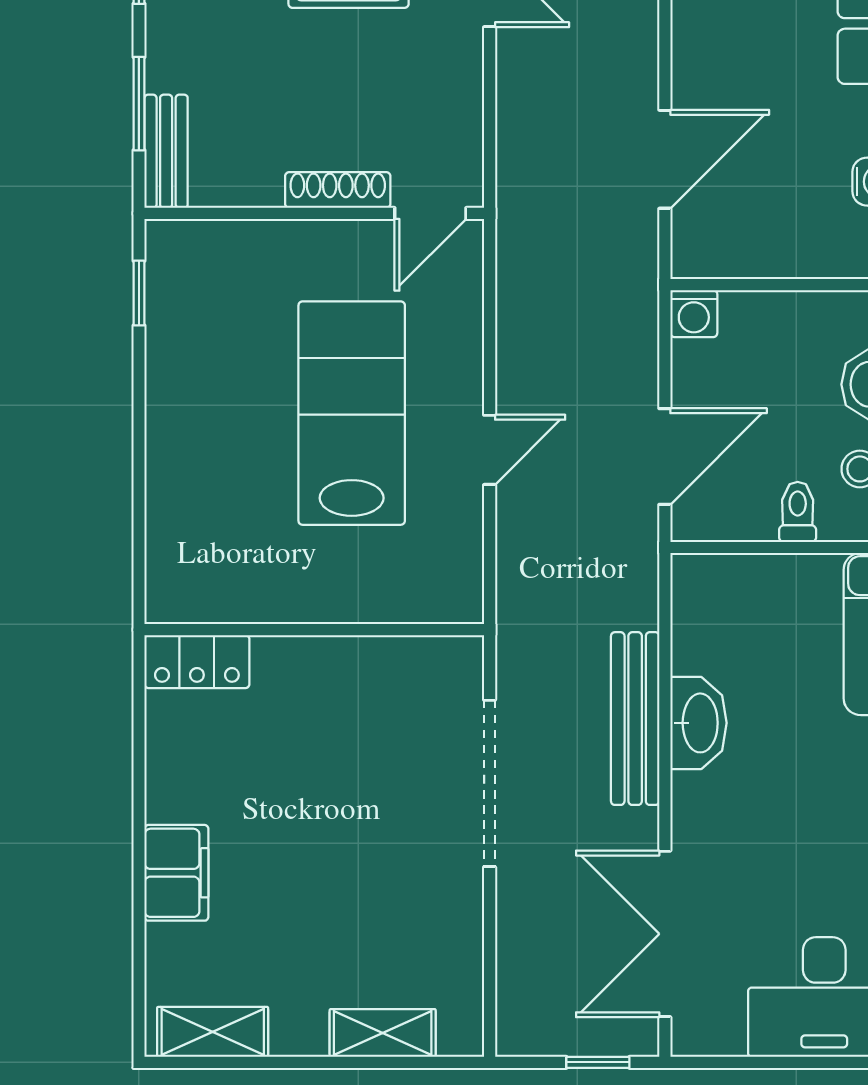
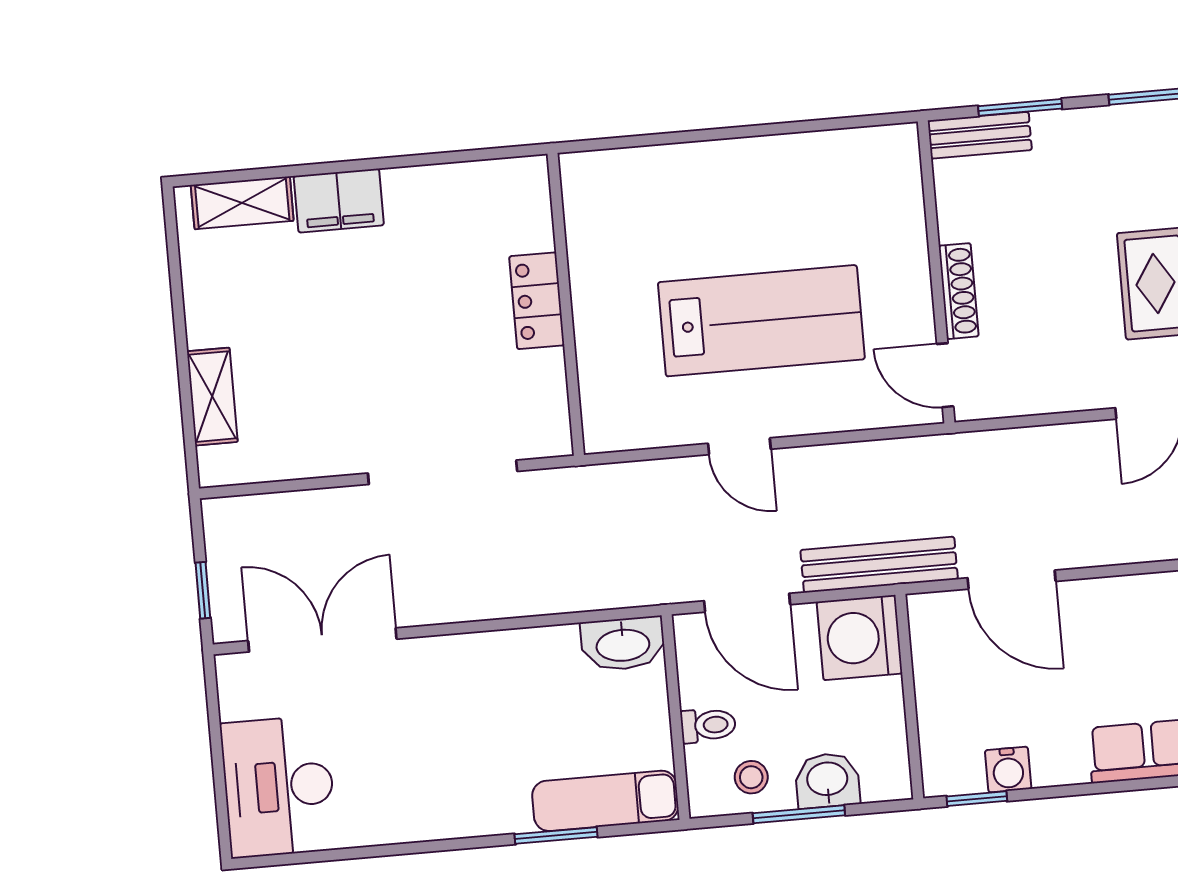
window: (139, 293) -> (852, 122), removed
washing machine: (694, 314) -> (860, 638), width x1.89, depth x1.89
locker: (197, 662) -> (537, 301), moved
bench: (635, 719) -> (879, 565), moved
washbasin: (698, 723) -> (623, 644), moved
shelving: (213, 1032) -> (242, 203), moved, turned 90

